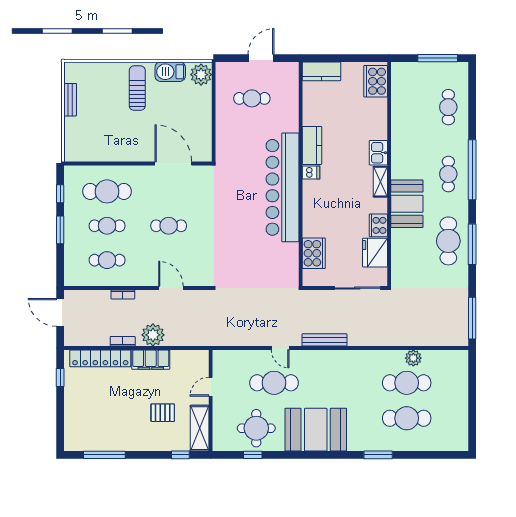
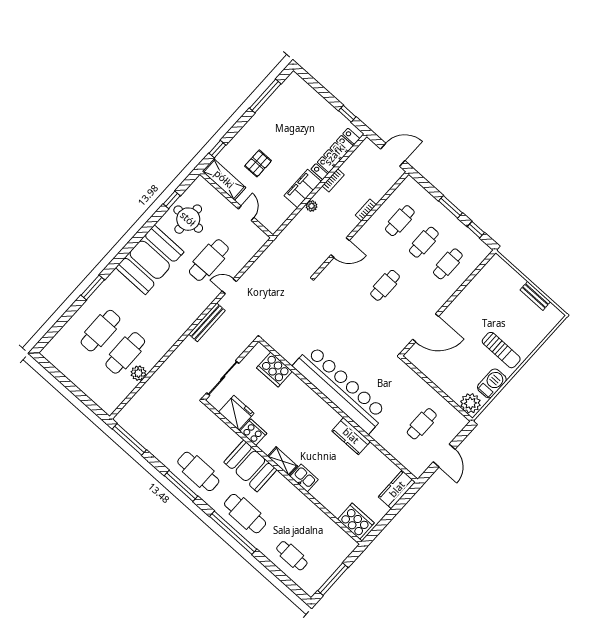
dishwasher: (311, 172) -> (333, 418), removed
cafe table: (448, 174) -> (245, 514), width x1.37, depth x1.35
cafe table: (107, 191) -> (448, 264), width x0.73, depth x0.74
plant: (153, 335) -> (312, 206), width x0.53, depth x0.53

